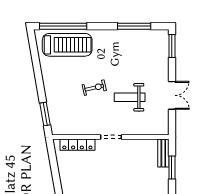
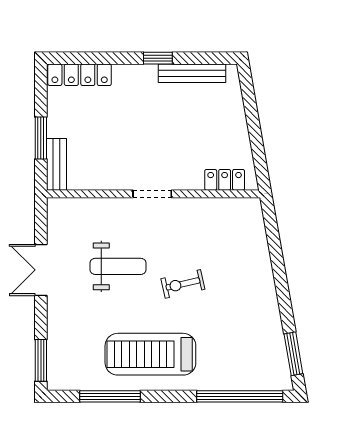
treadmill: (67, 45) -> (150, 354), moved
window: (45, 114) -> (293, 354), moved
locker: (77, 145) -> (225, 180), width x0.66

